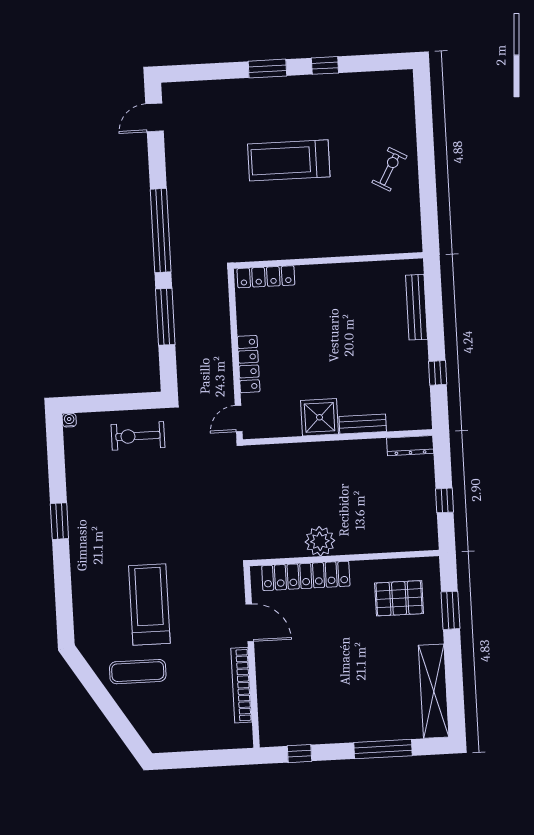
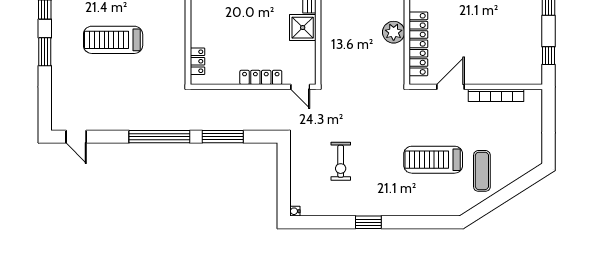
treadmill: (289, 160) -> (113, 40), turned 90
locker: (266, 277) -> (197, 61), width x0.66
exercise bike: (138, 436) -> (341, 161), moved

